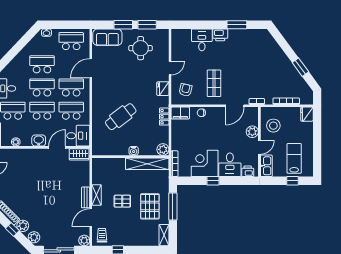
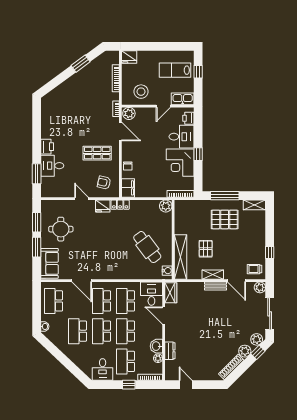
window: (237, 25) -> (37, 174), moved
cafe table: (121, 117) -> (147, 247), moved
locker: (164, 117) -> (120, 205), moved
plant: (252, 132) -> (129, 113), moved
washbasin: (39, 140) -> (156, 346), moved
door: (259, 147) -> (163, 106), swing flipped
water cooler: (134, 151) -> (167, 271), moved
dresser: (23, 153) -> (170, 351), added
shelving: (147, 164) -> (180, 257), moved
pallet: (122, 201) -> (206, 249), moved
window: (12, 229) -> (258, 352), moved

